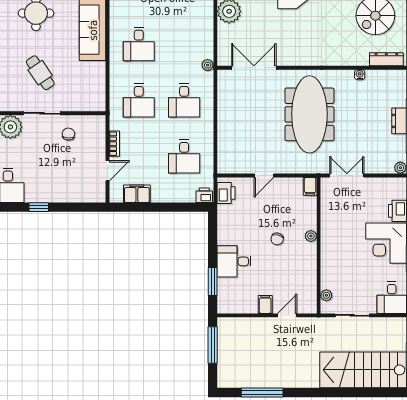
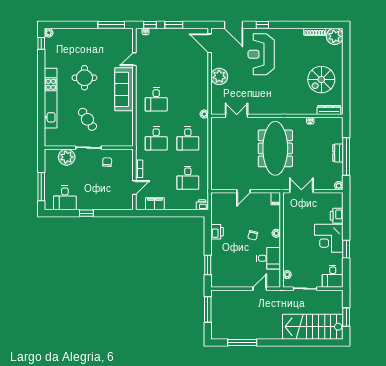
double door: (254, 68) -> (237, 116), width x0.73
printer: (226, 193) -> (217, 232), moved
desk: (234, 261) -> (269, 258), moved, turned 180
filing cabinet: (265, 304) -> (244, 281), removed

